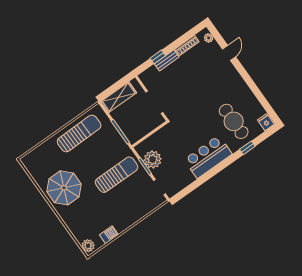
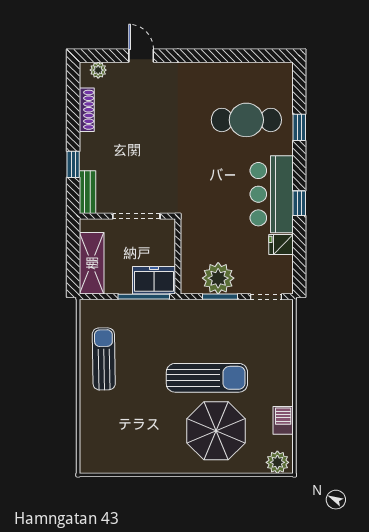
bench: (167, 60) -> (87, 192), moved
fridge: (266, 122) -> (281, 245), moved
freezer: (131, 131) -> (154, 280), added
sun lounger: (79, 133) -> (104, 359), width x0.73, depth x0.75
window: (213, 172) -> (299, 203), added
sun lounger: (117, 175) -> (207, 378), moved, turned 90
parasol: (64, 188) -> (216, 431), moved

